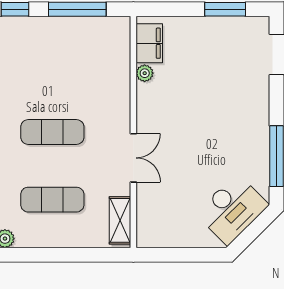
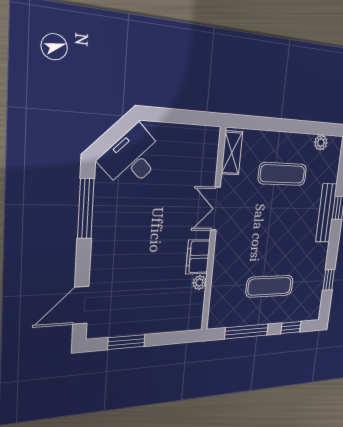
filing cabinet: (149, 43) -> (198, 257), moved
exercise mat: (52, 132) -> (270, 286), moved

